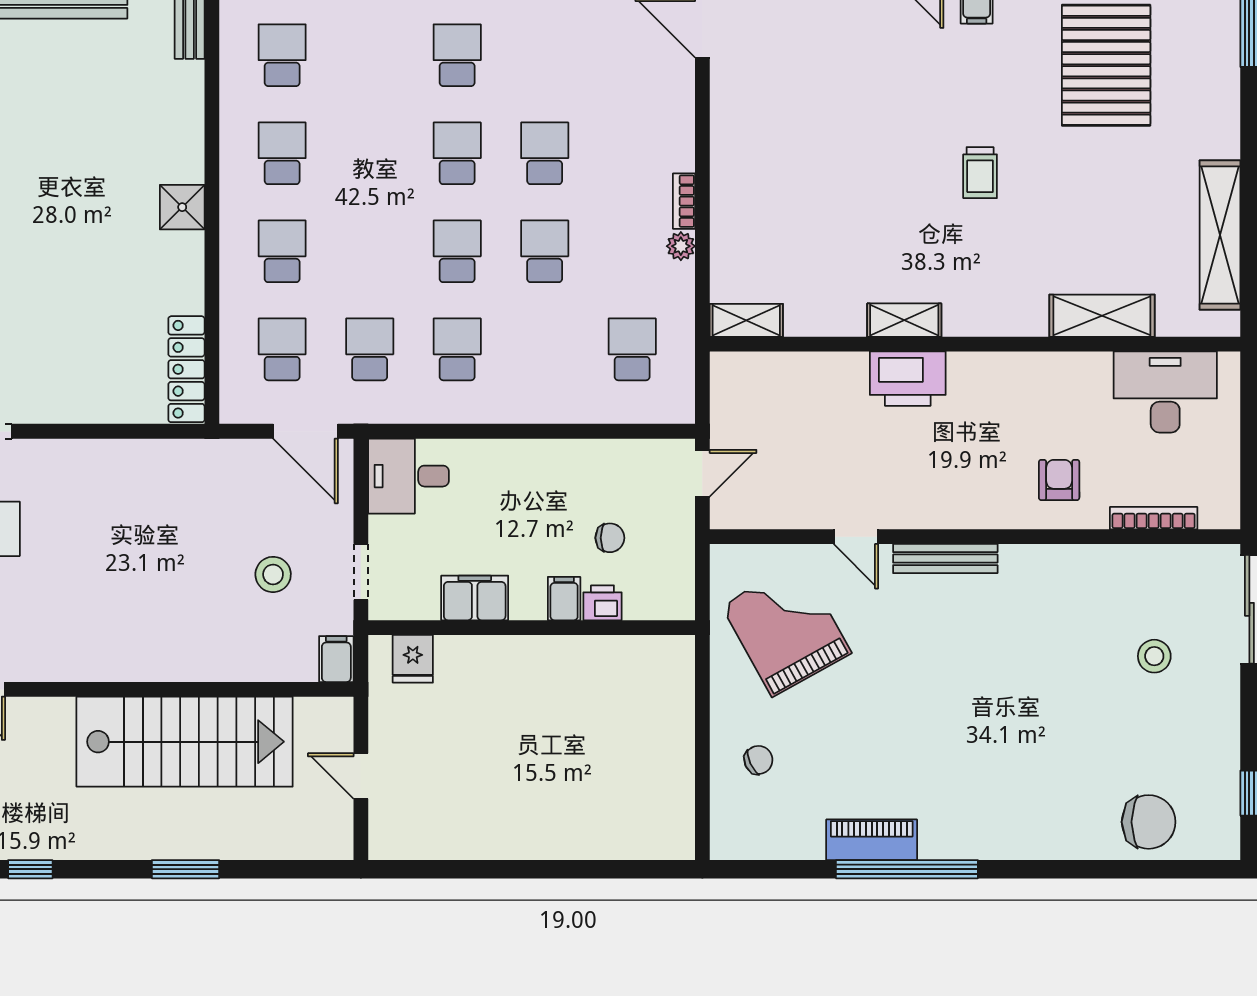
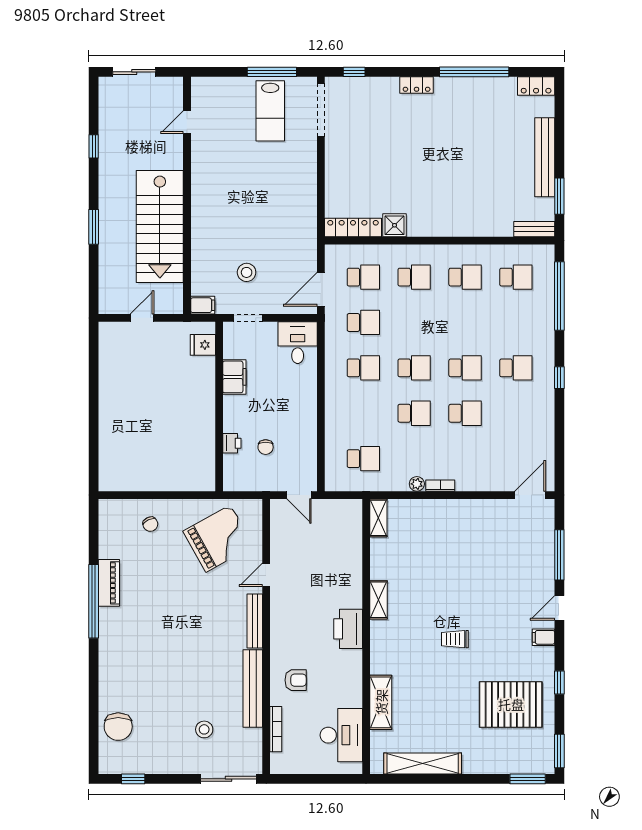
shower: (182, 207) -> (395, 225), moved
printer: (908, 379) -> (348, 629), moved
bench: (1075, 563) -> (253, 689), added
filing cabinet: (564, 599) -> (234, 423), removed

